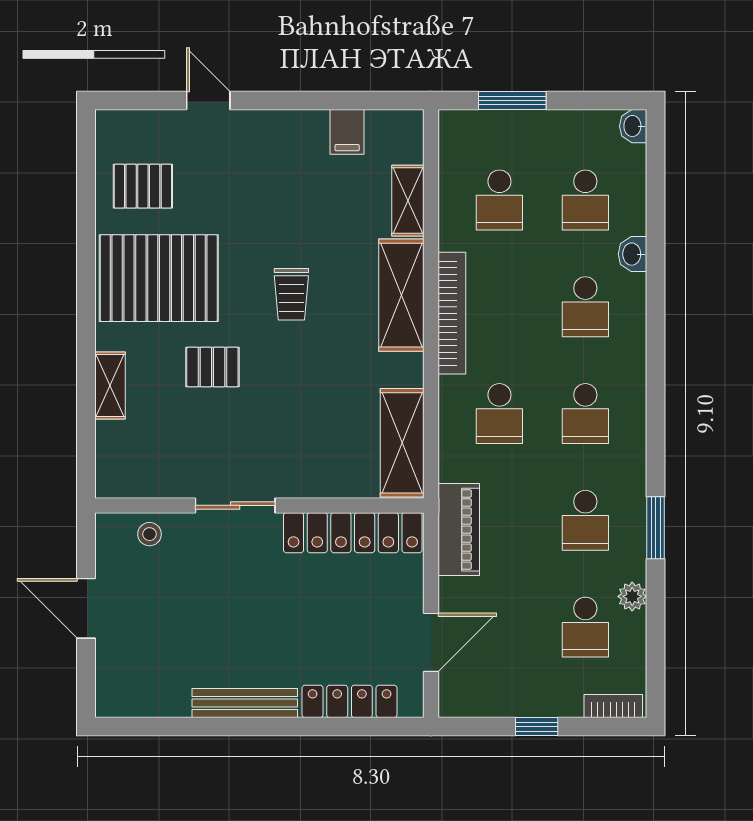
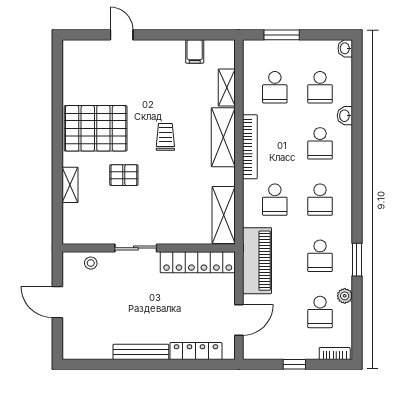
pallet: (143, 186) -> (87, 80), removed
trolley: (291, 294) -> (165, 137), turned 180
piano: (459, 530) -> (257, 261), width x1.37, depth x1.33

